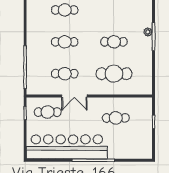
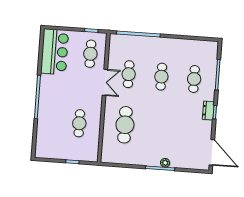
cafe table: (114, 42) -> (158, 127), removed
double door: (74, 96) -> (105, 82), swing flipped
bar counter: (67, 147) -> (55, 52), width x0.54

